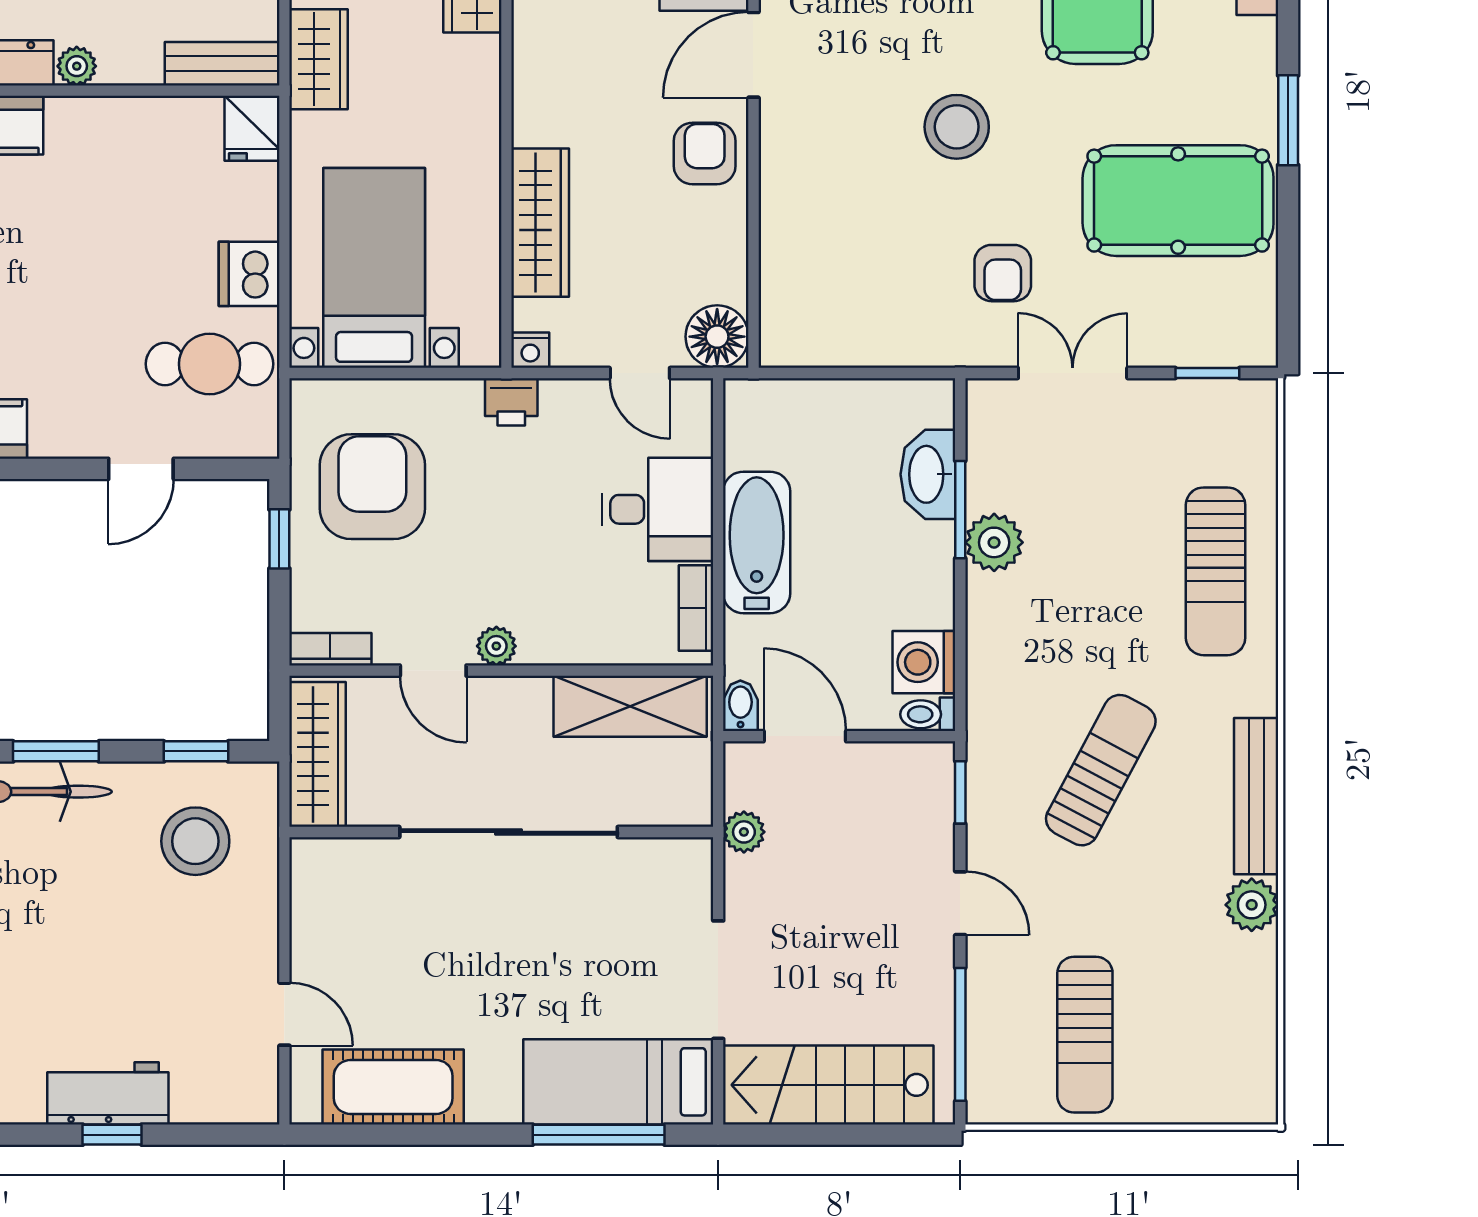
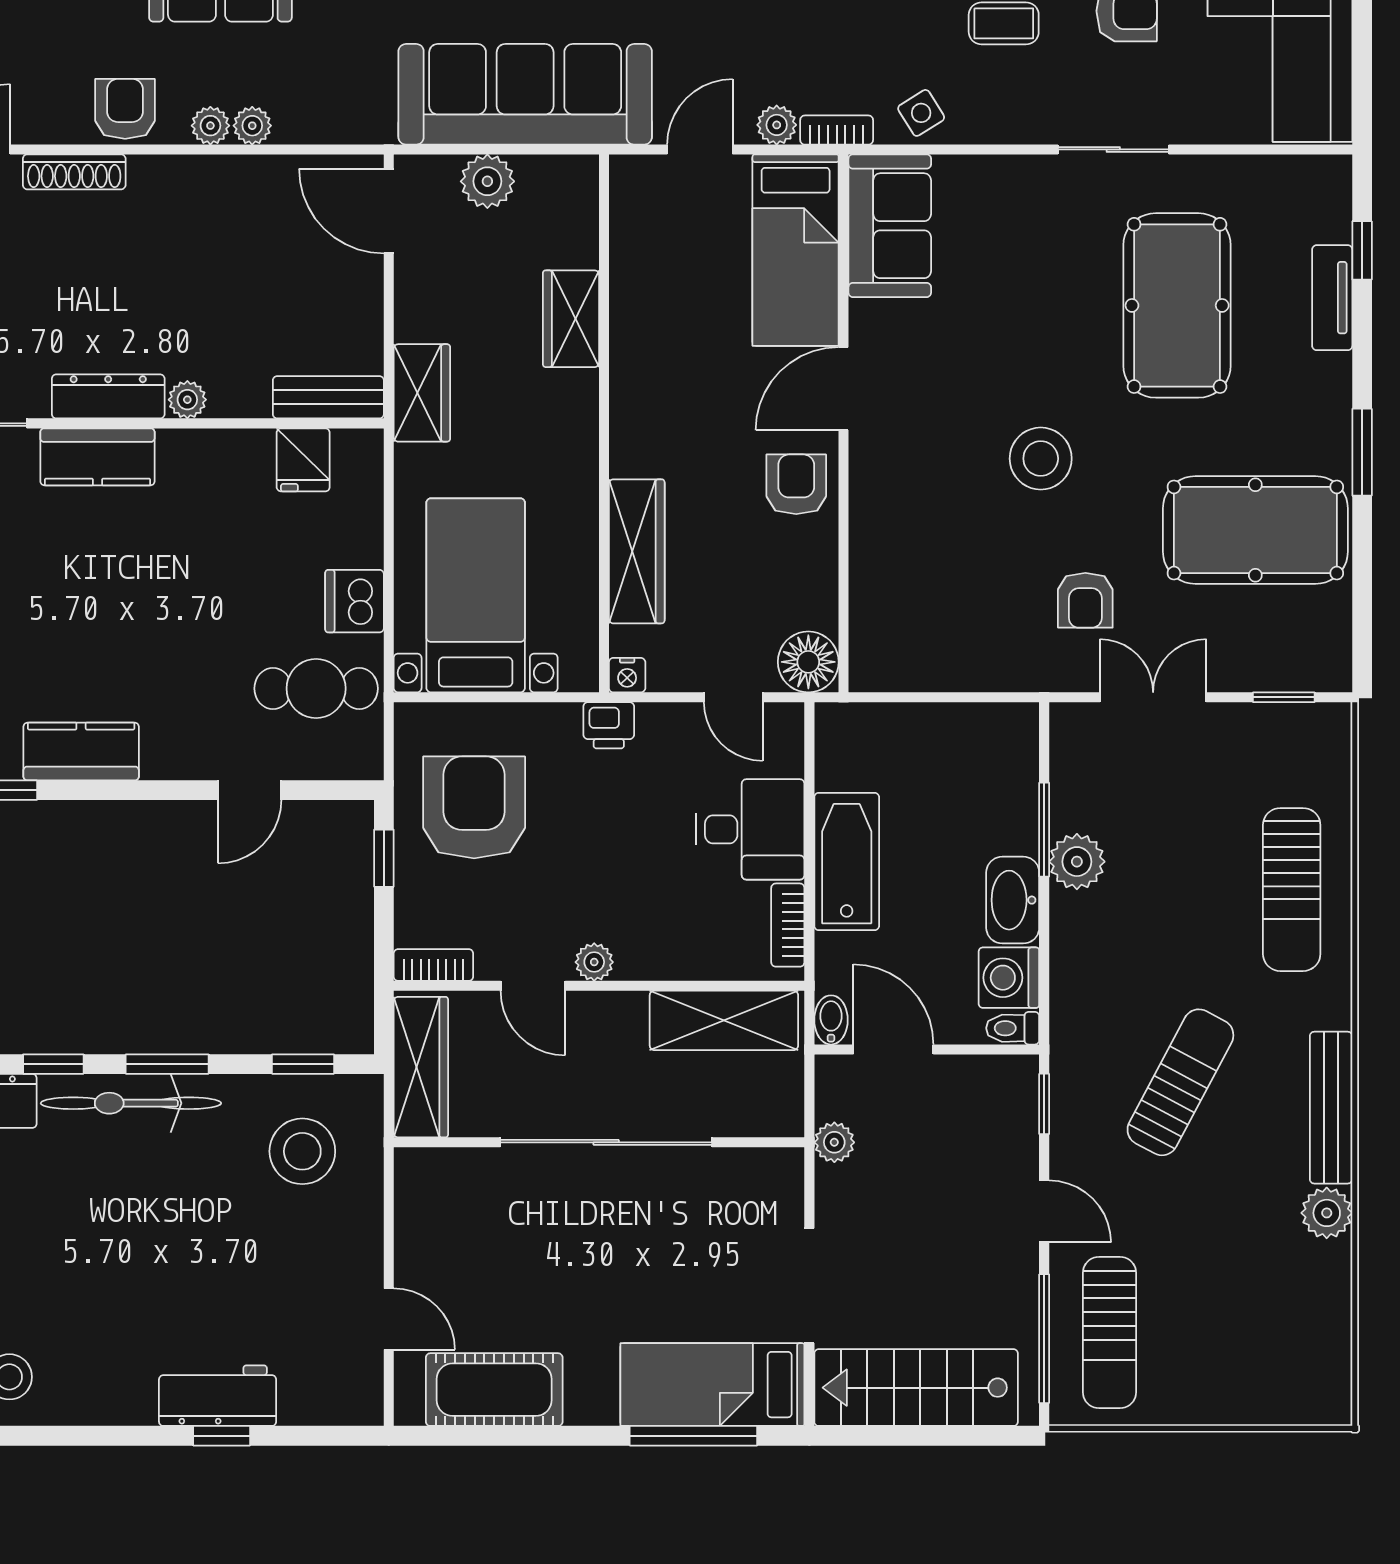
fridge: (252, 128) -> (303, 460), moved
washbasin: (928, 474) -> (1013, 900), moved
sun lounger: (1085, 1035) -> (1110, 1333), moved

